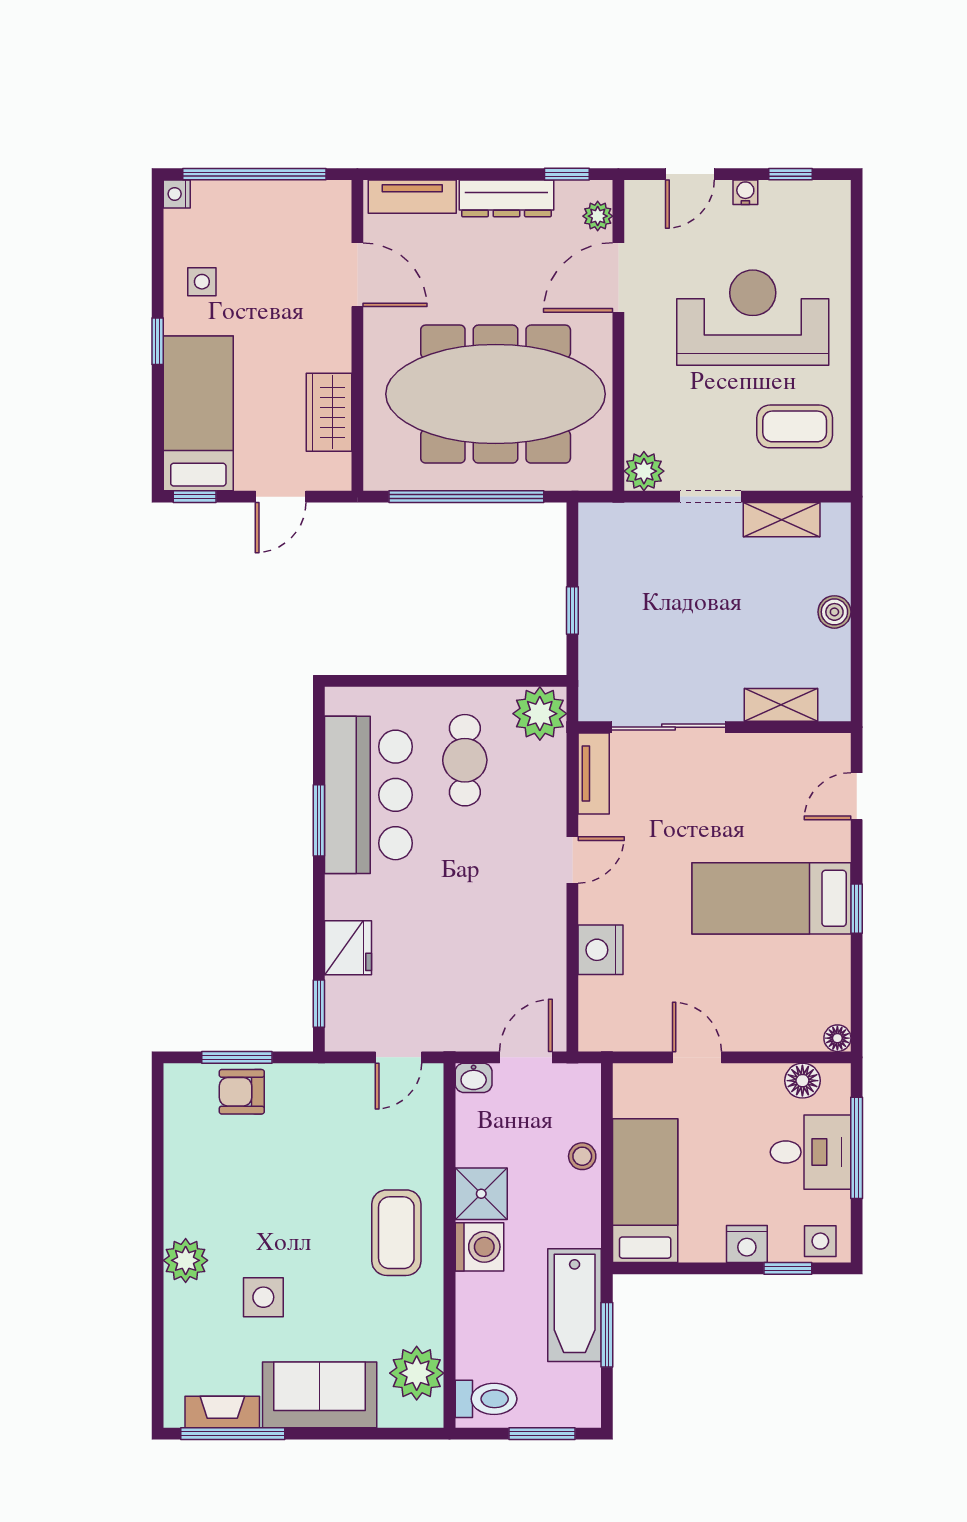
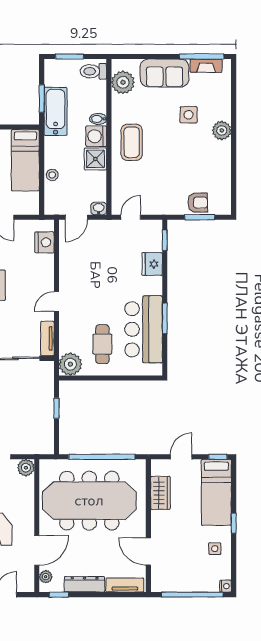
nightstand: (600, 950) -> (44, 242), moved
bidet: (475, 1288) -> (98, 119), added

